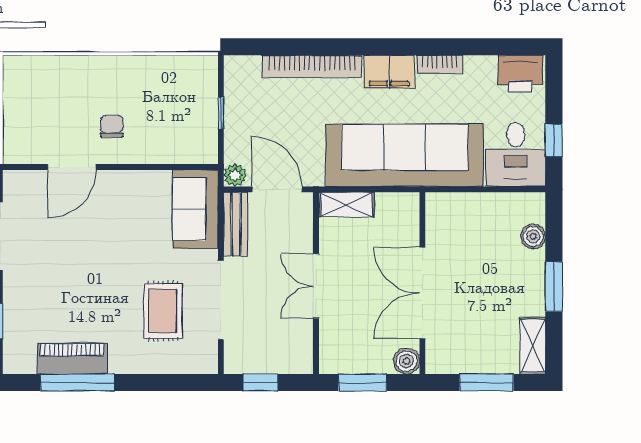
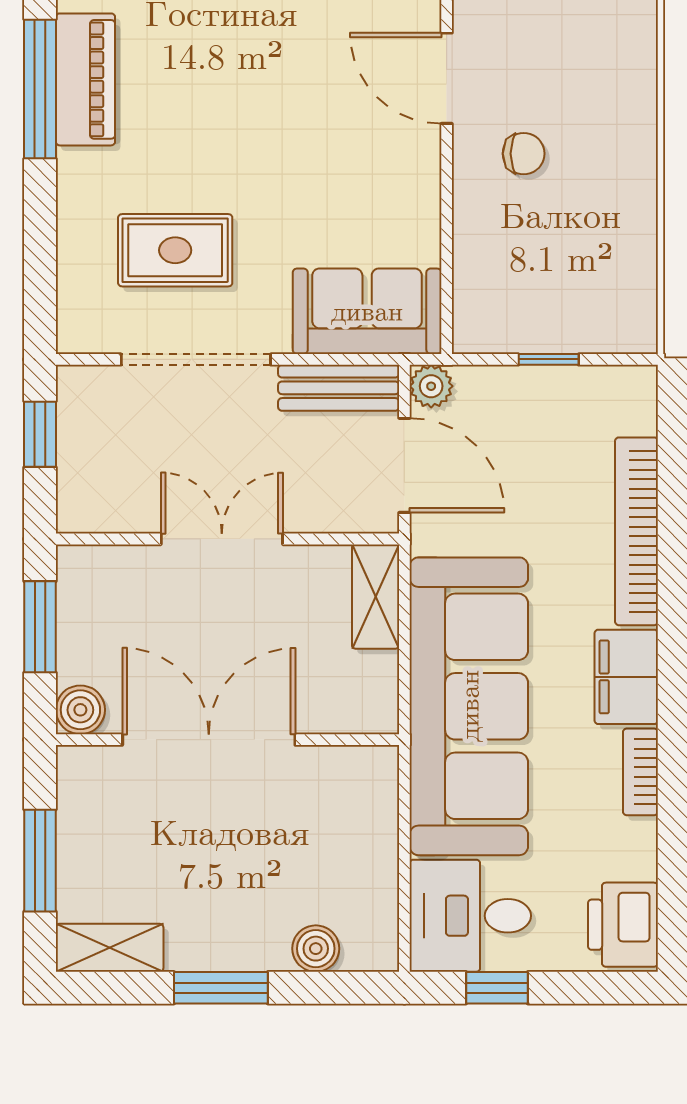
door: (277, 189) -> (404, 465), hinge flipped

